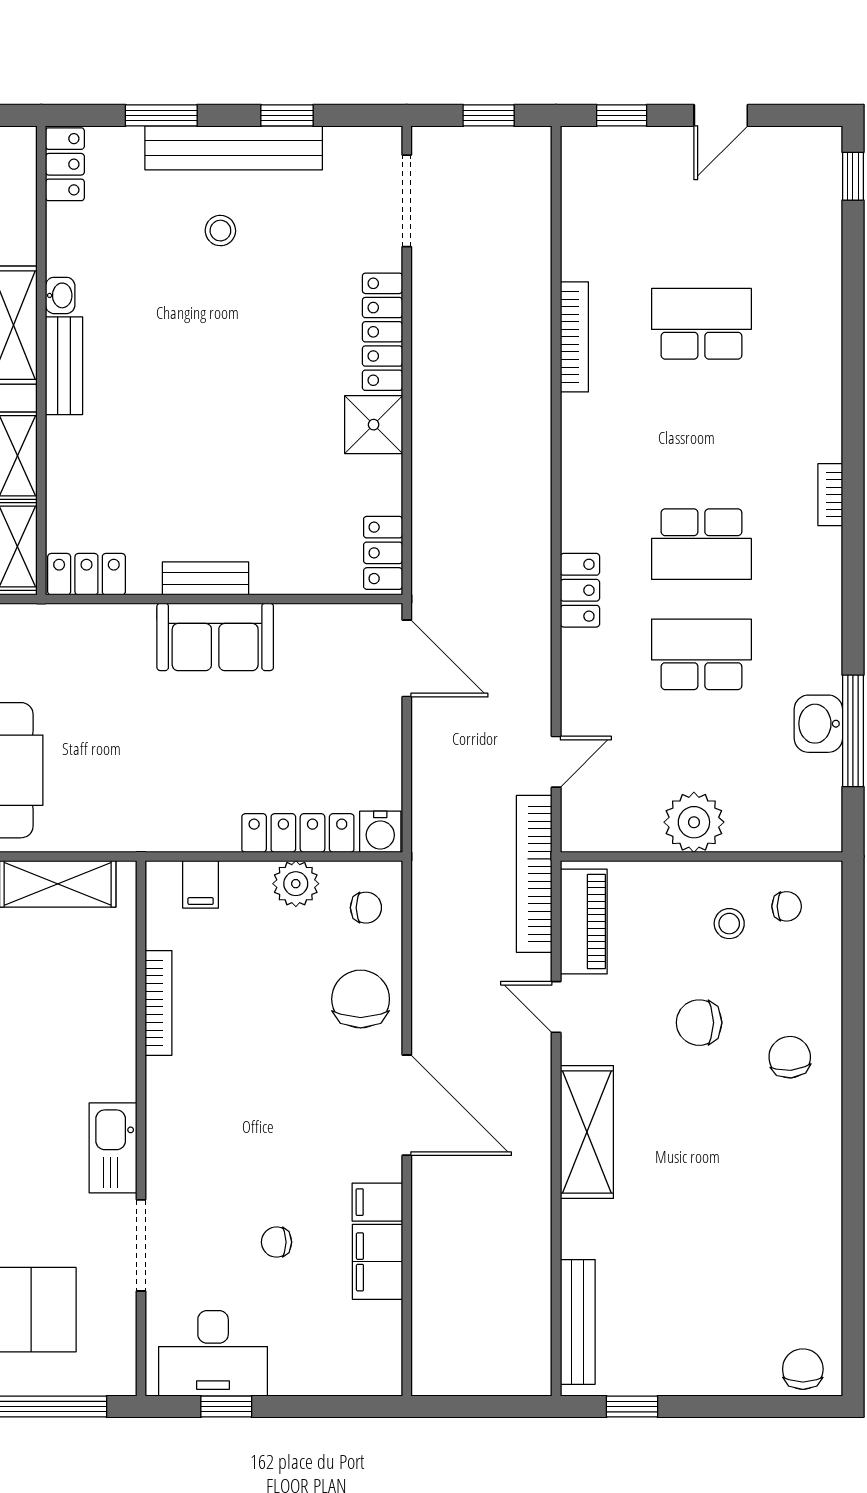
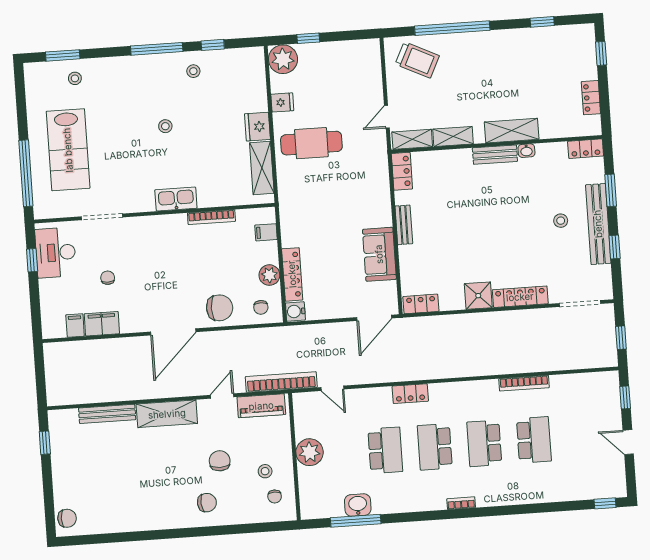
school desk: (701, 434) -> (484, 443), added
sofa: (215, 637) -> (379, 254), moved
kitchen sink: (113, 1148) -> (176, 199), moved
filing cabinet: (377, 1202) -> (75, 326), moved
bench: (578, 1322) -> (107, 414), moved

